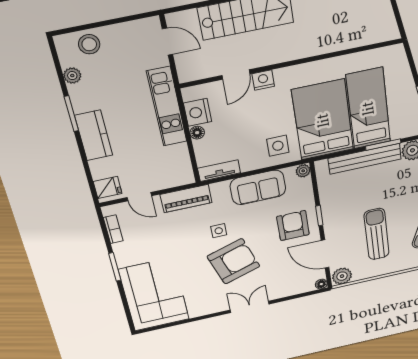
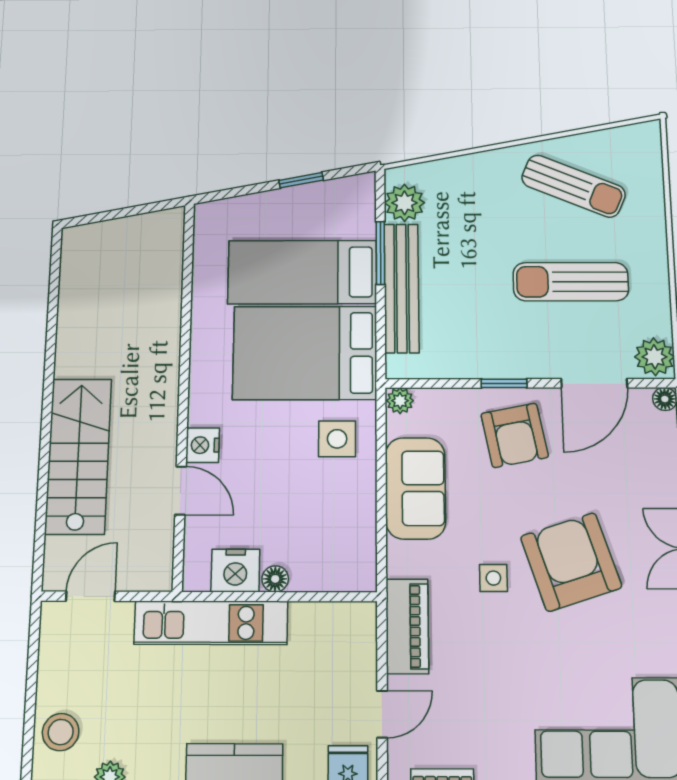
tv unit: (219, 171) -> (362, 554), removed
armchair: (293, 226) -> (515, 435), turned -101

